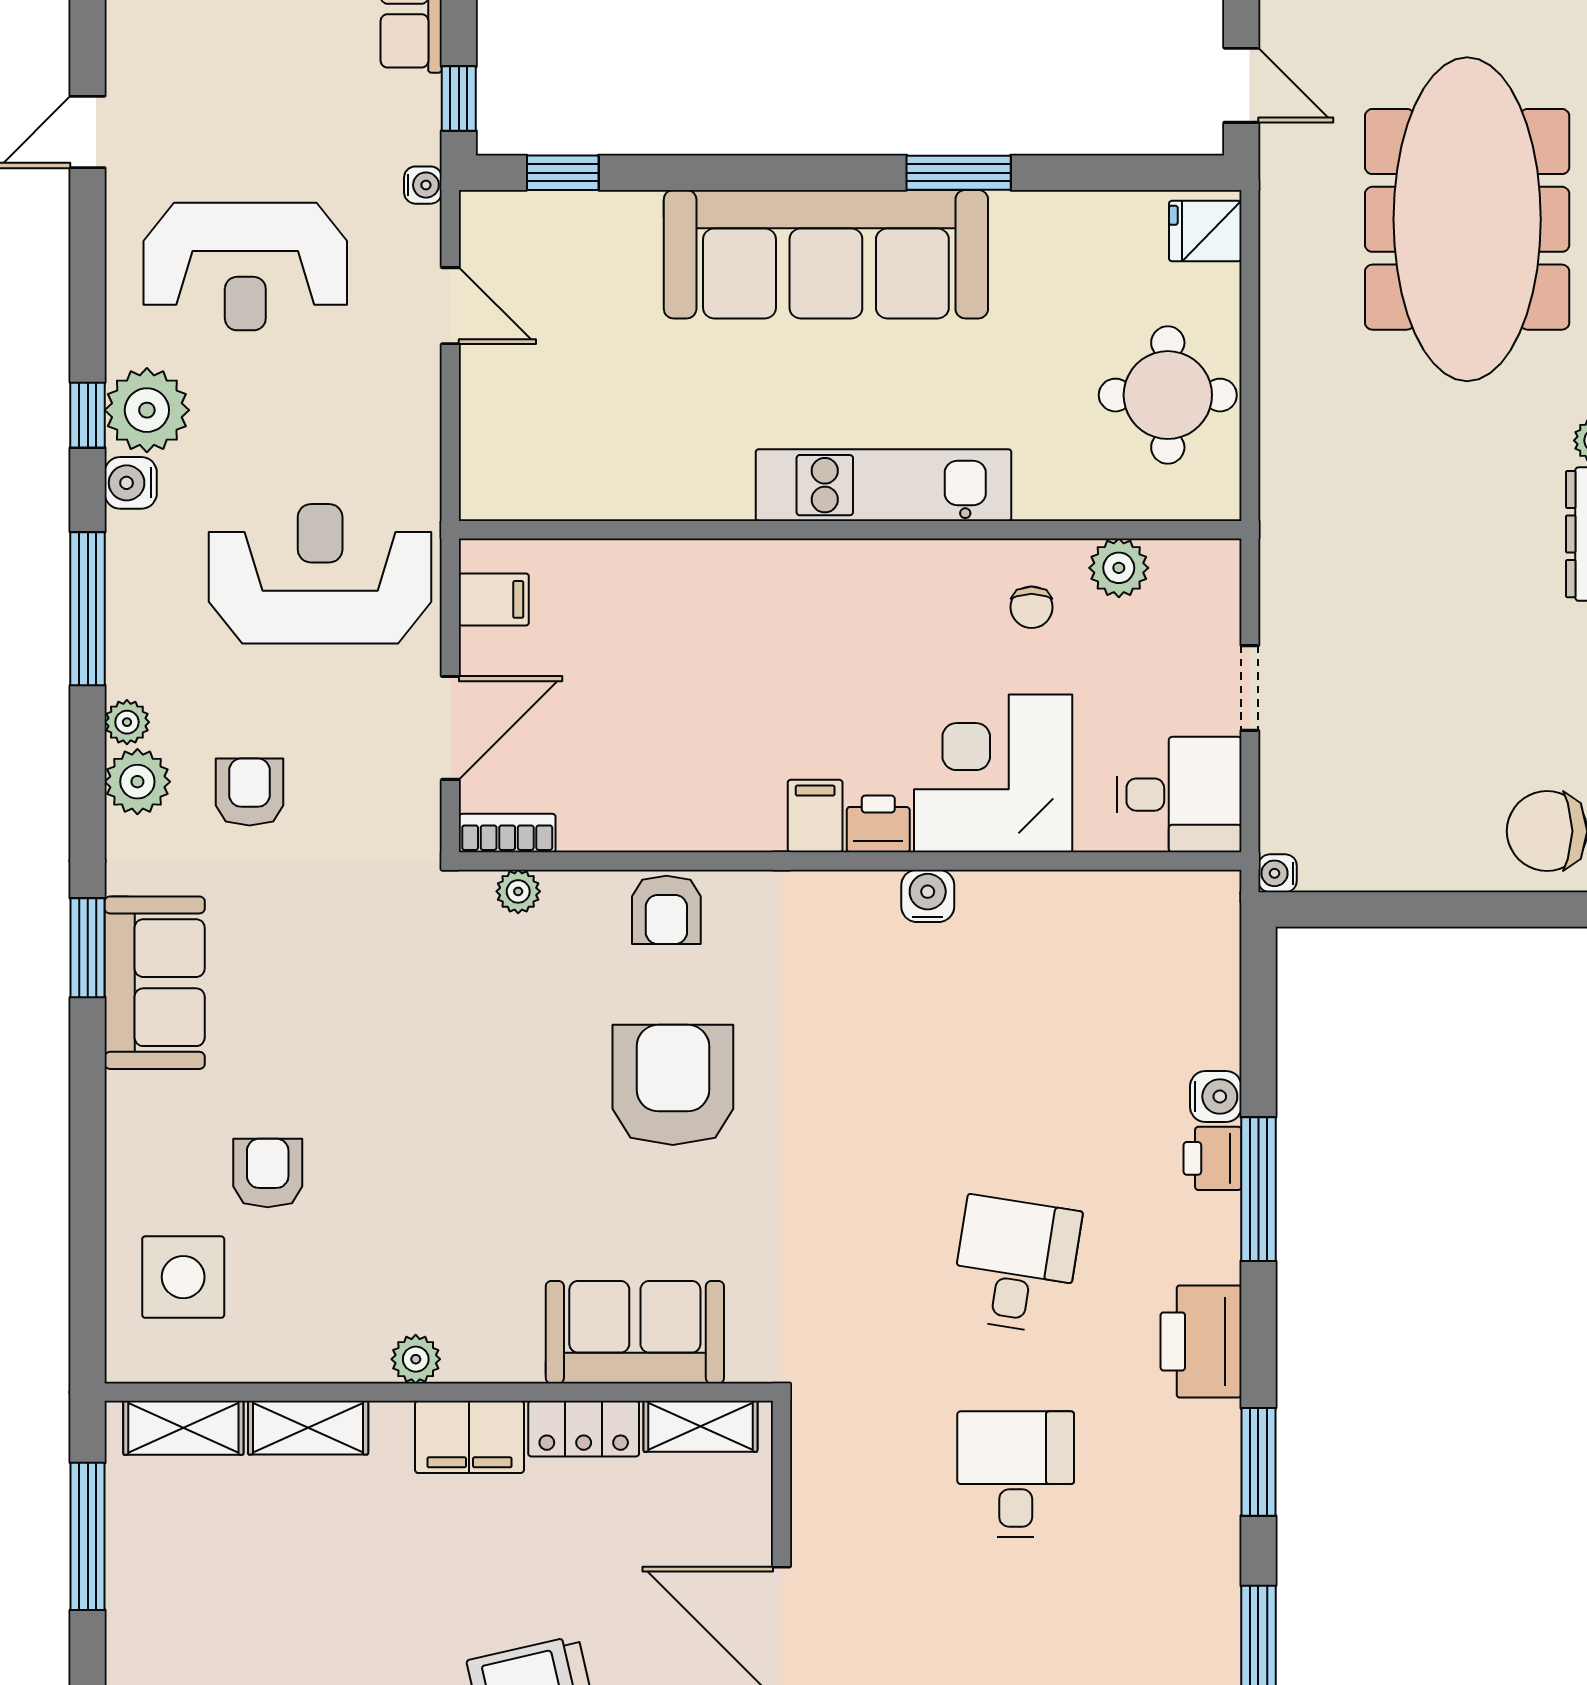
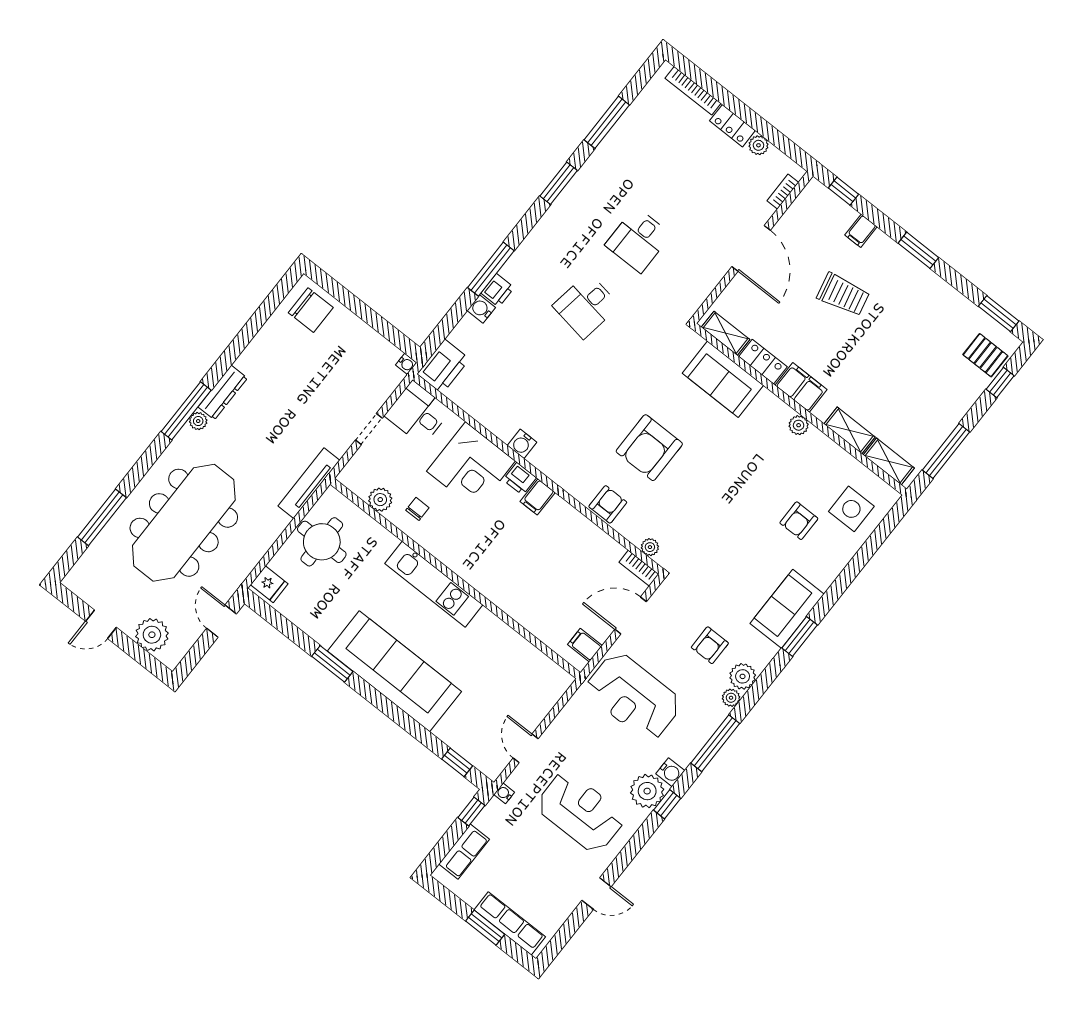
tv unit: (1284, 490) -> (309, 483), added
printer: (1201, 1341) -> (443, 366), moved

